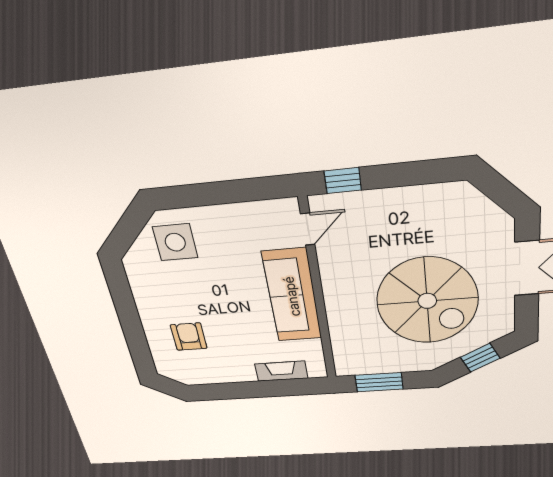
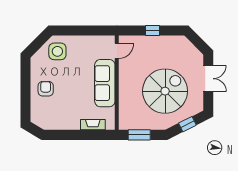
window: (343, 181) -> (153, 31), moved
spiral stairs: (427, 301) -> (165, 91), turned -90
armchair: (189, 337) -> (46, 89), moved

